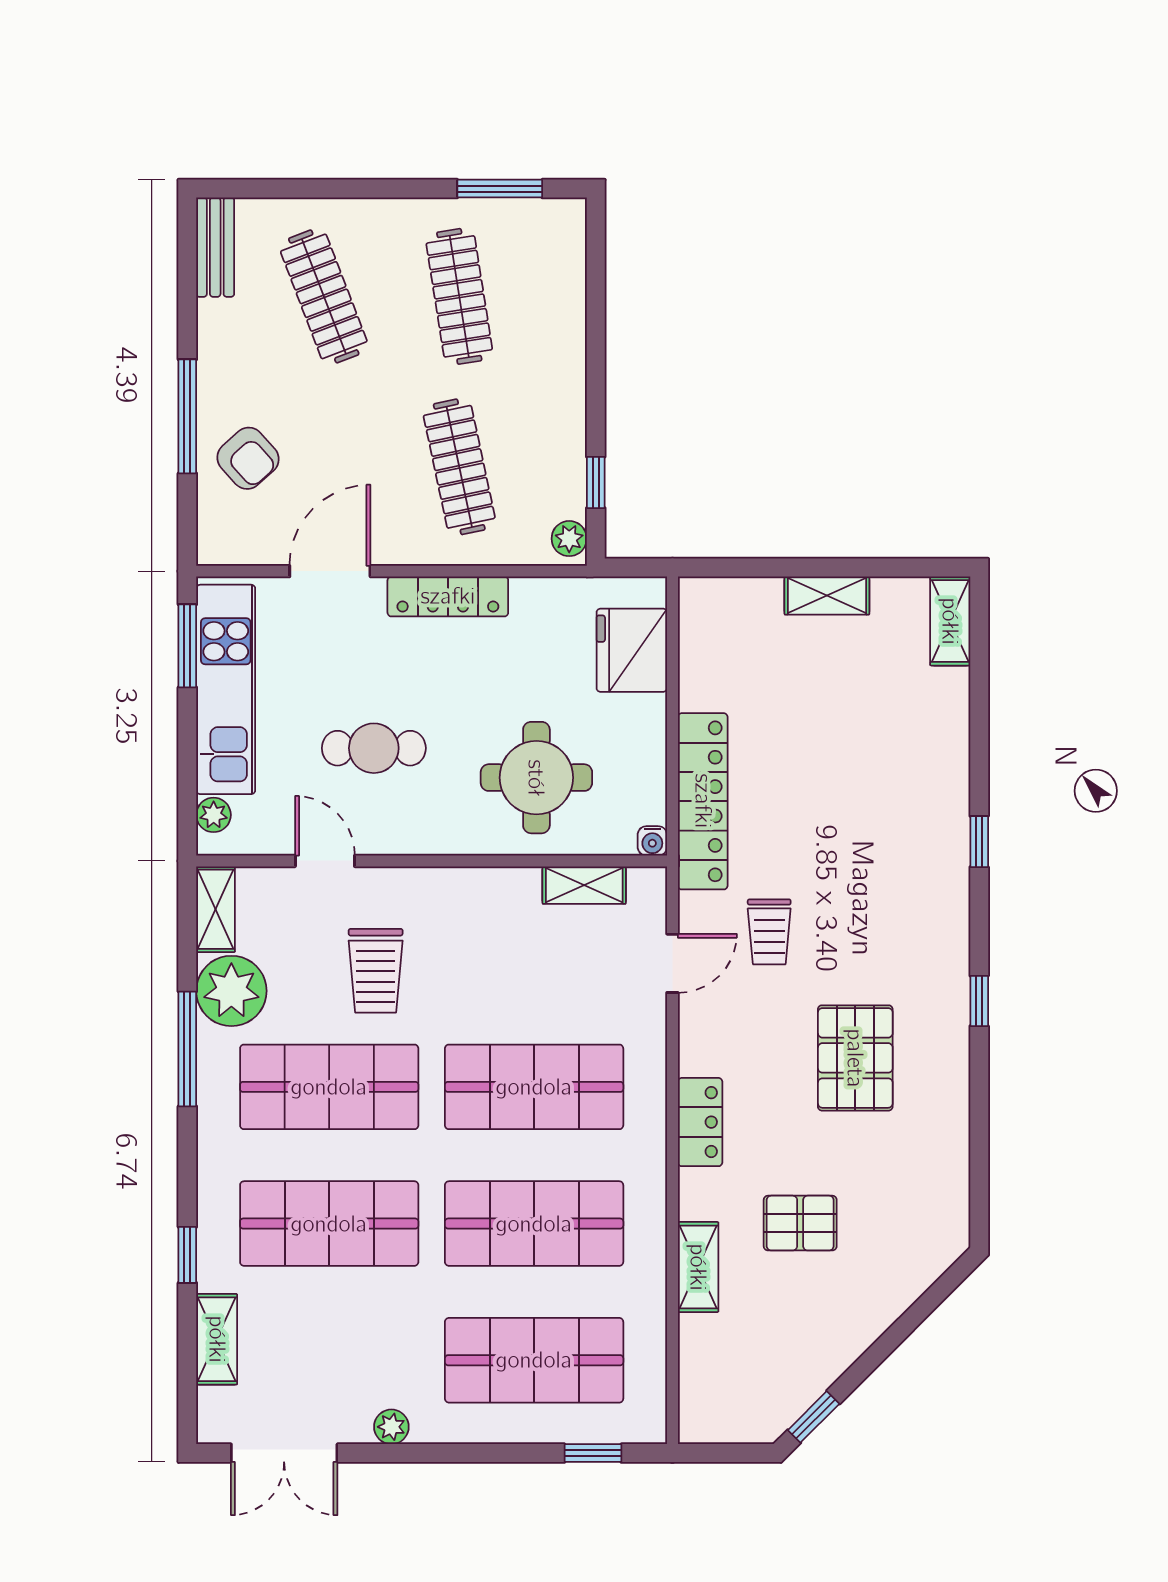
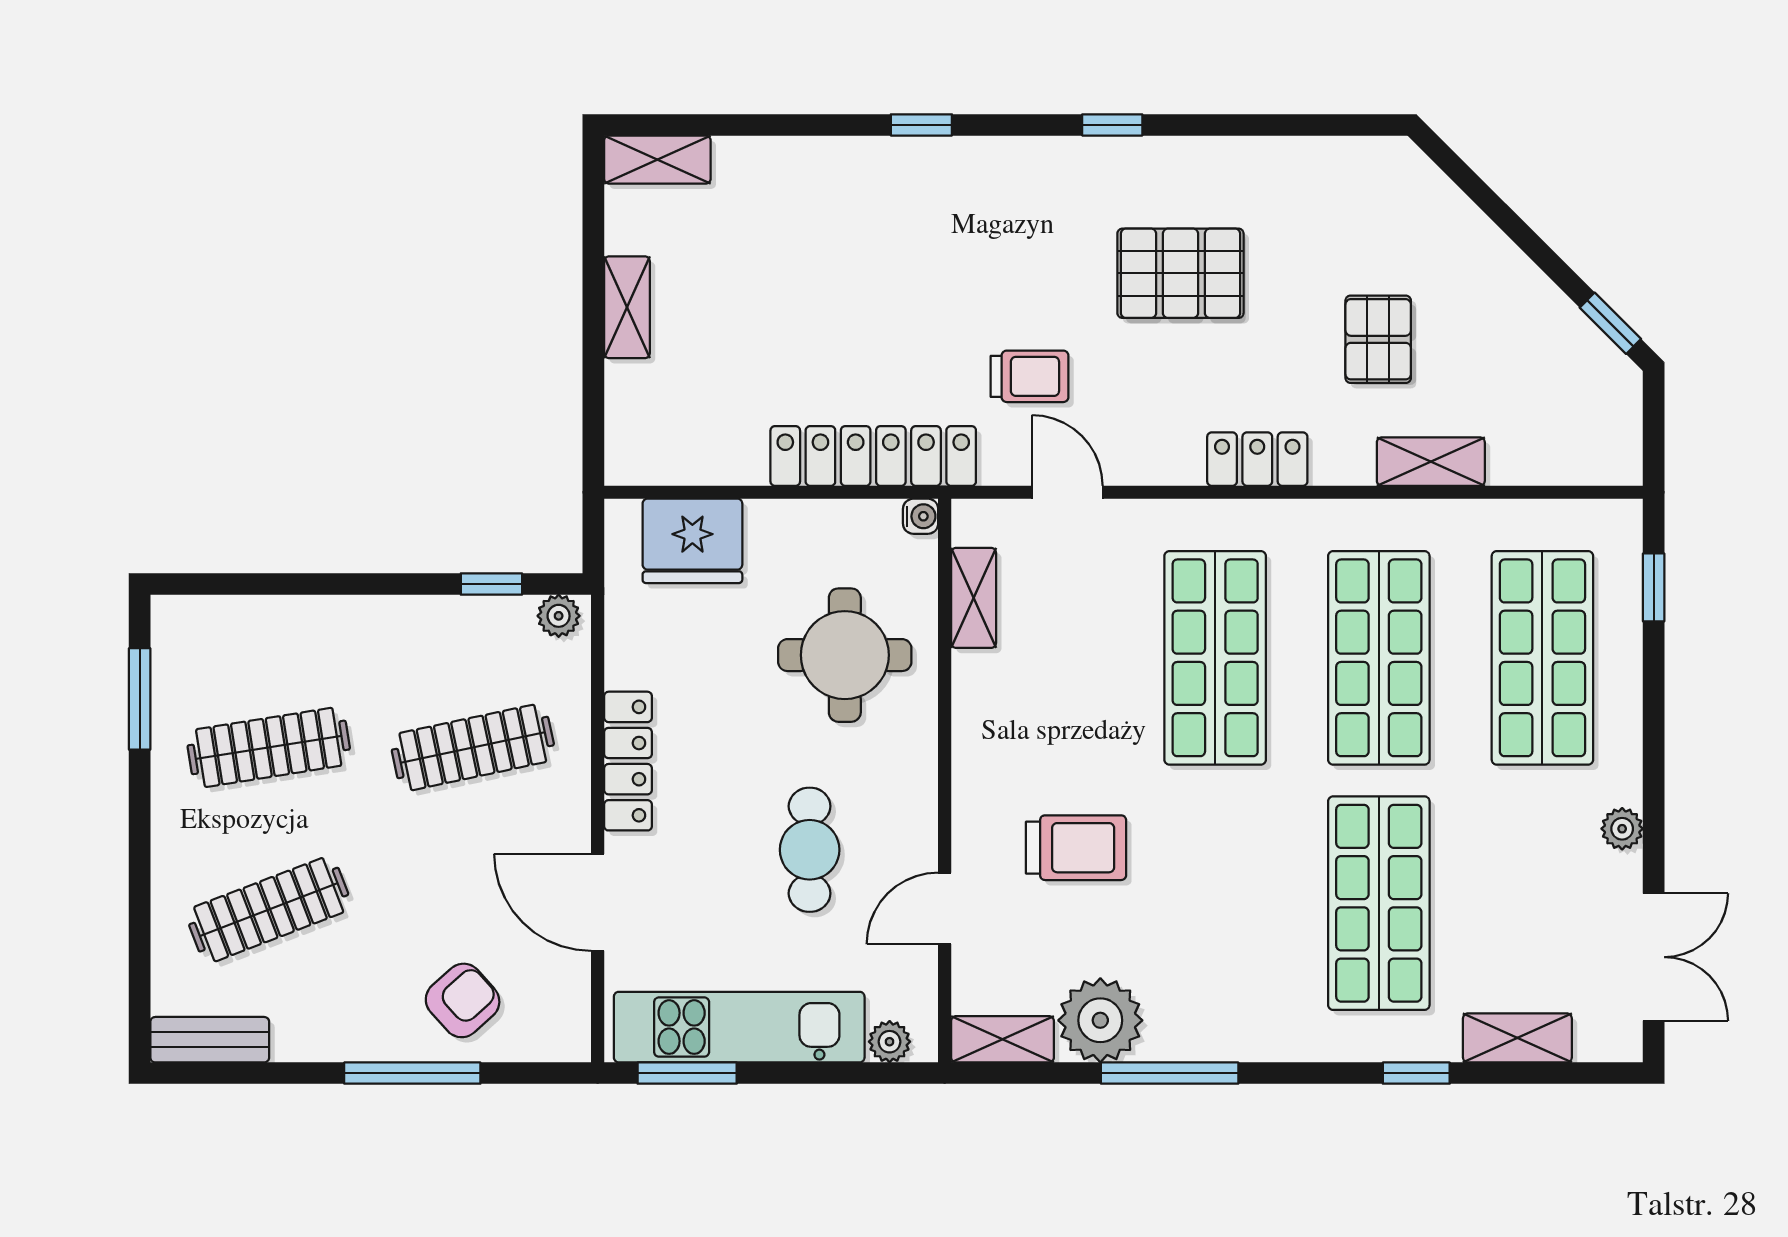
shop shelf: (329, 1087) -> (1215, 903), removed

